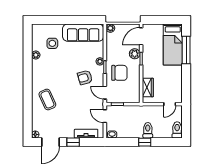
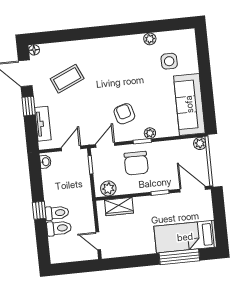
plant: (135, 54) -> (108, 188), moved
coffee table: (47, 100) -> (67, 79), moved
toilet: (177, 130) -> (59, 228), moved

